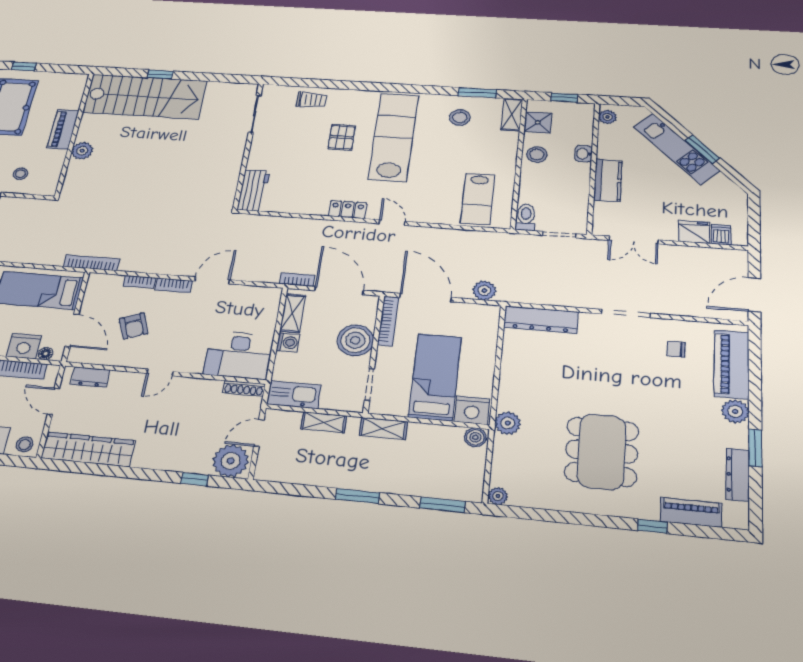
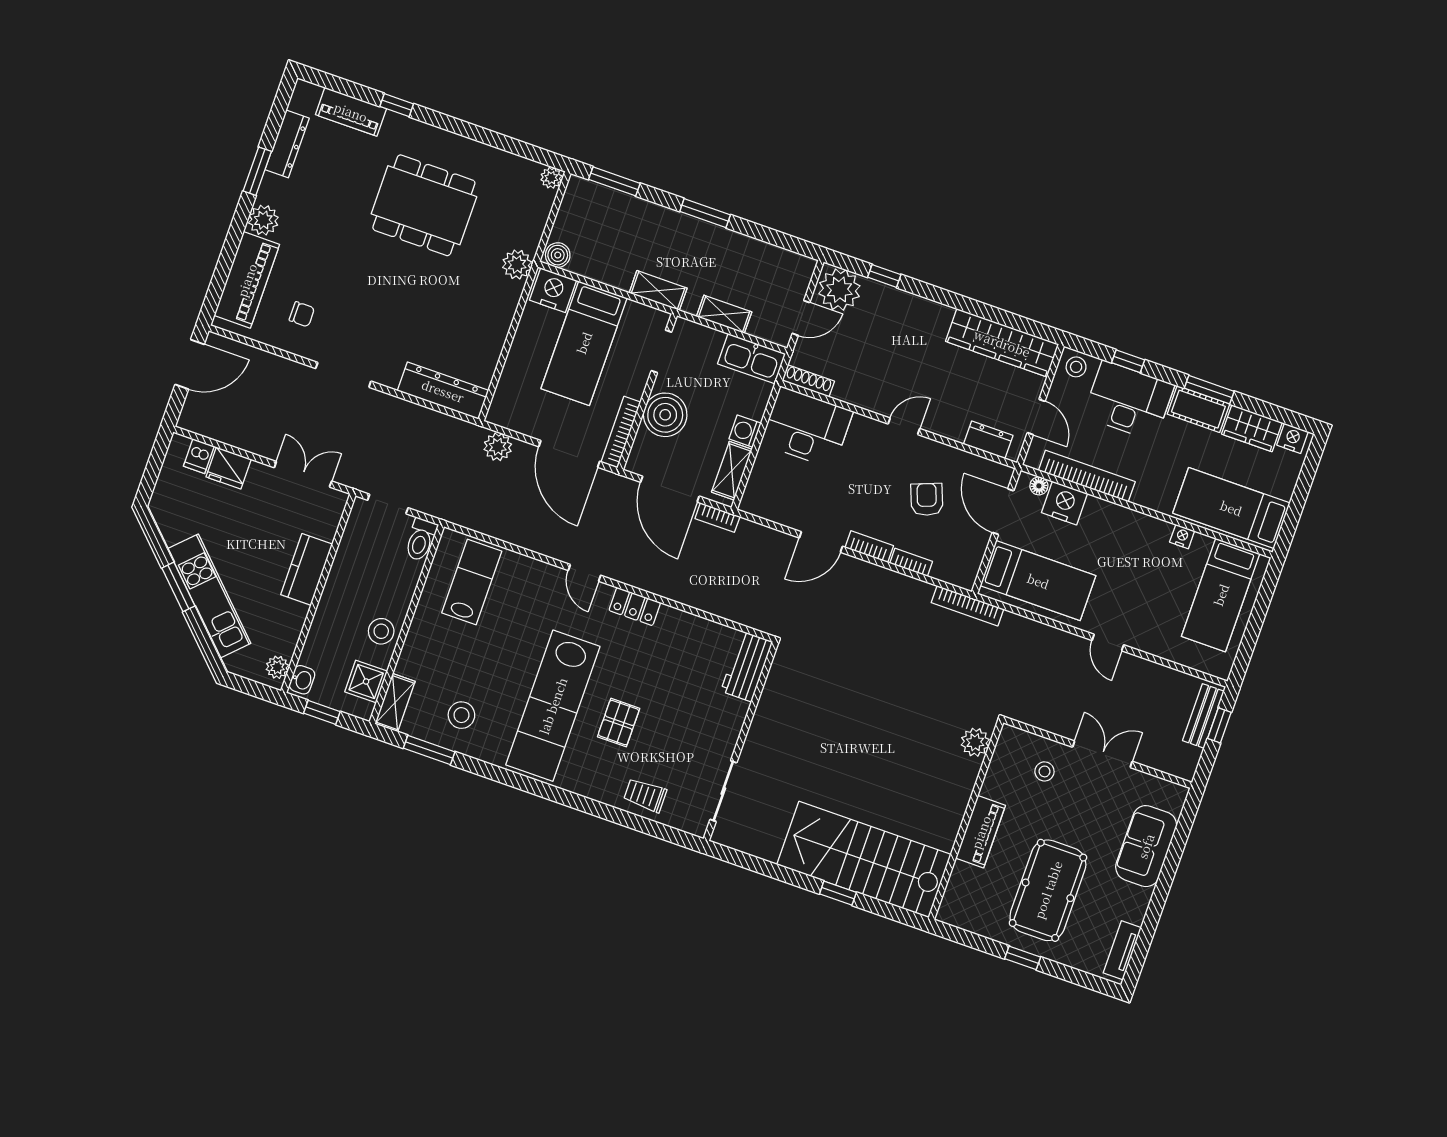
plant: (82, 151) -> (975, 742), moved
washbasin: (584, 154) -> (302, 680), moved
dining table: (602, 452) -> (424, 205), turned 90

